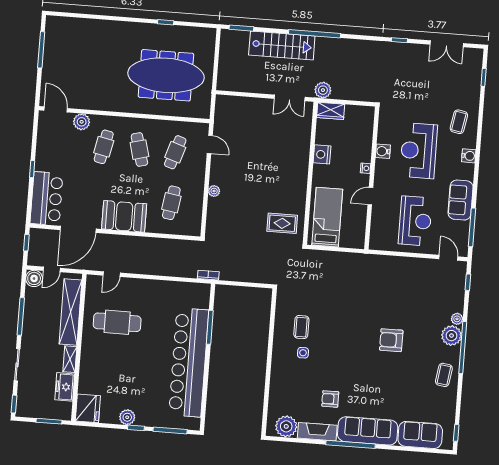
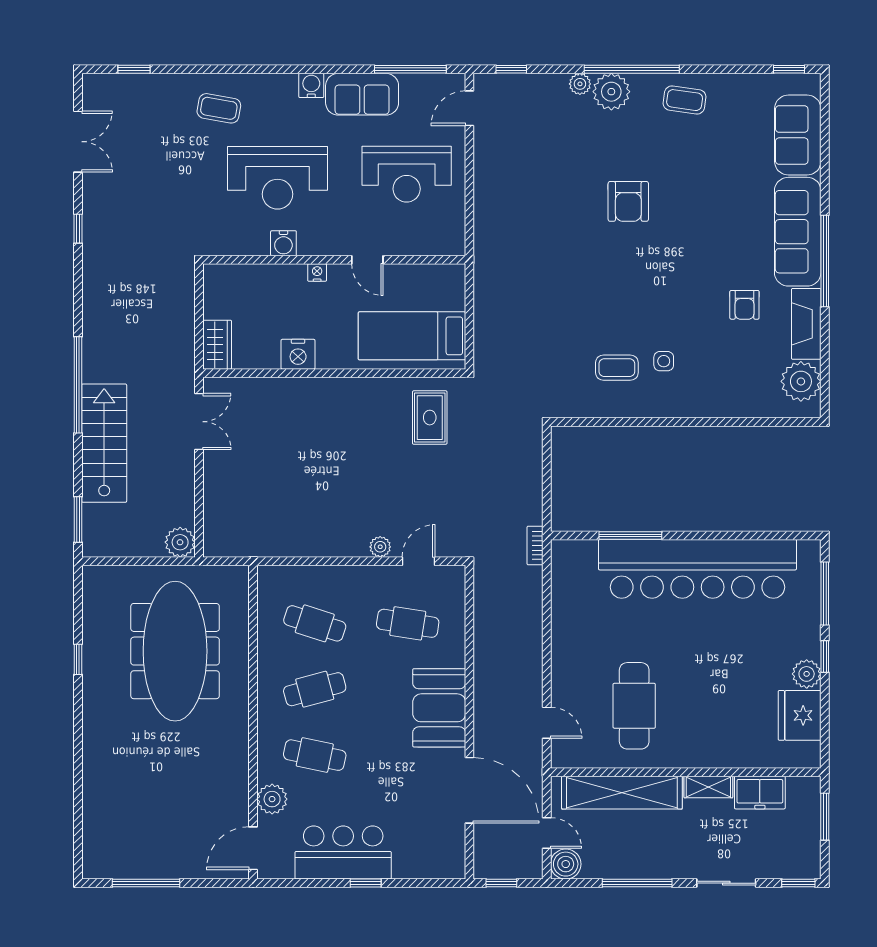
plant: (323, 90) -> (180, 542), moved
door: (210, 144) -> (419, 561), moved
water cooler: (469, 156) -> (311, 85), moved
bar counter: (46, 198) -> (343, 853), moved
reception desk: (415, 221) -> (407, 174), turned 180
fridge: (88, 408) -> (800, 715), moved, turned -90

